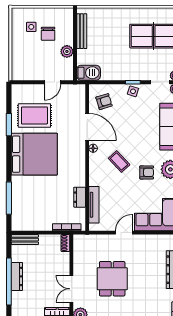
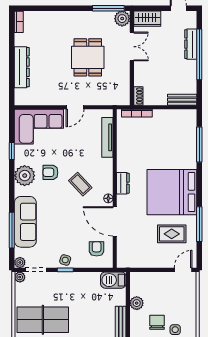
door: (53, 82) -> (183, 270), moved
armchair: (104, 102) -> (97, 249), turned 107
rug: (34, 115) -> (172, 234), width x0.73, depth x0.70
window: (9, 125) -> (199, 224), width x1.44
dresser: (80, 197) -> (123, 183), moved
dresser: (17, 276) -> (191, 44), moved

